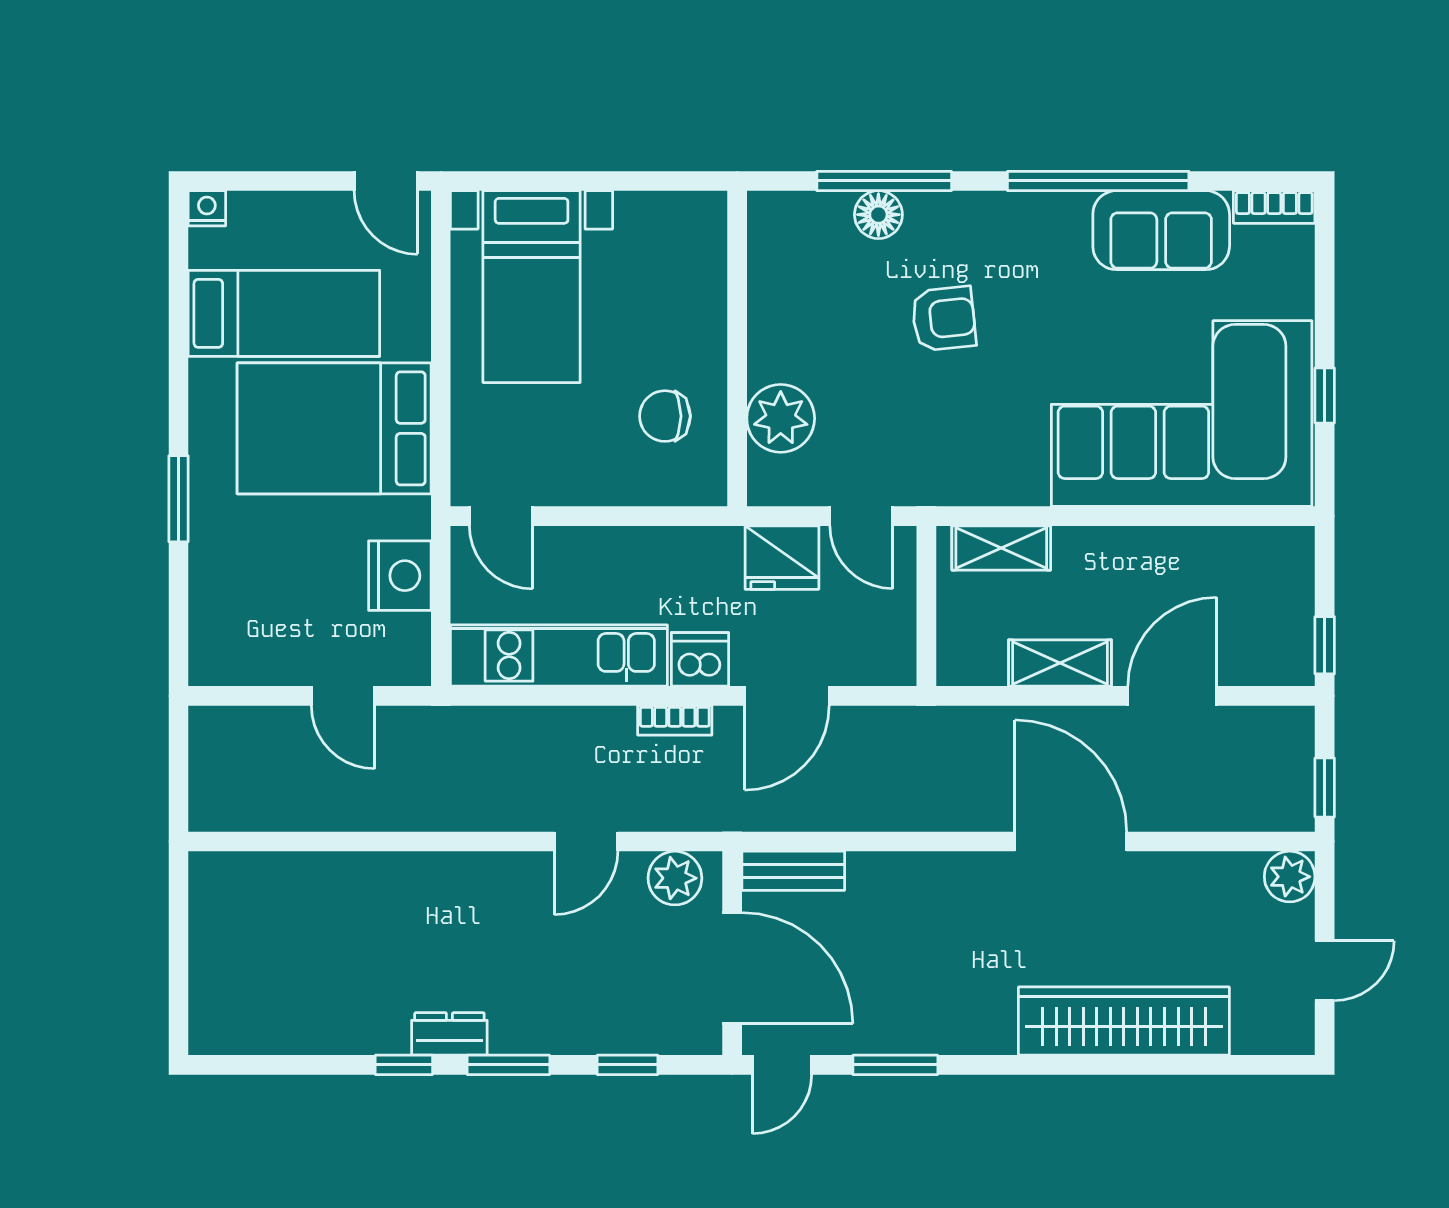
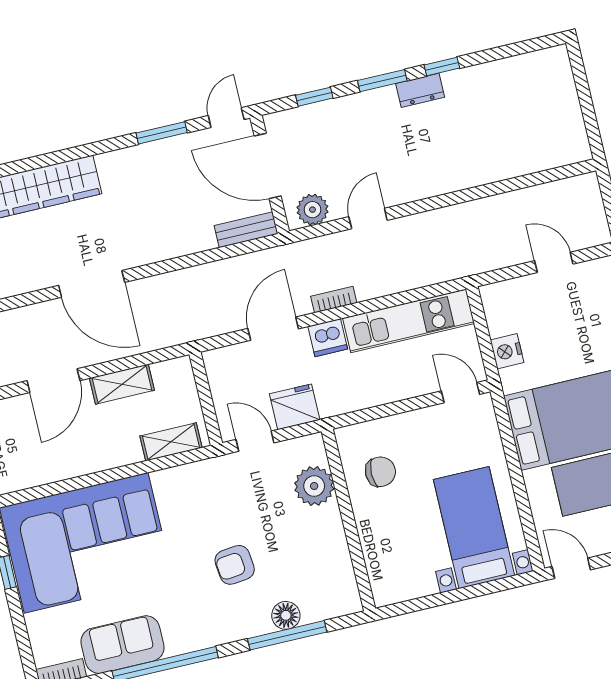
nightstand: (400, 576) -> (507, 351), width x0.74, depth x0.75
door: (343, 696) -> (554, 262), moved

